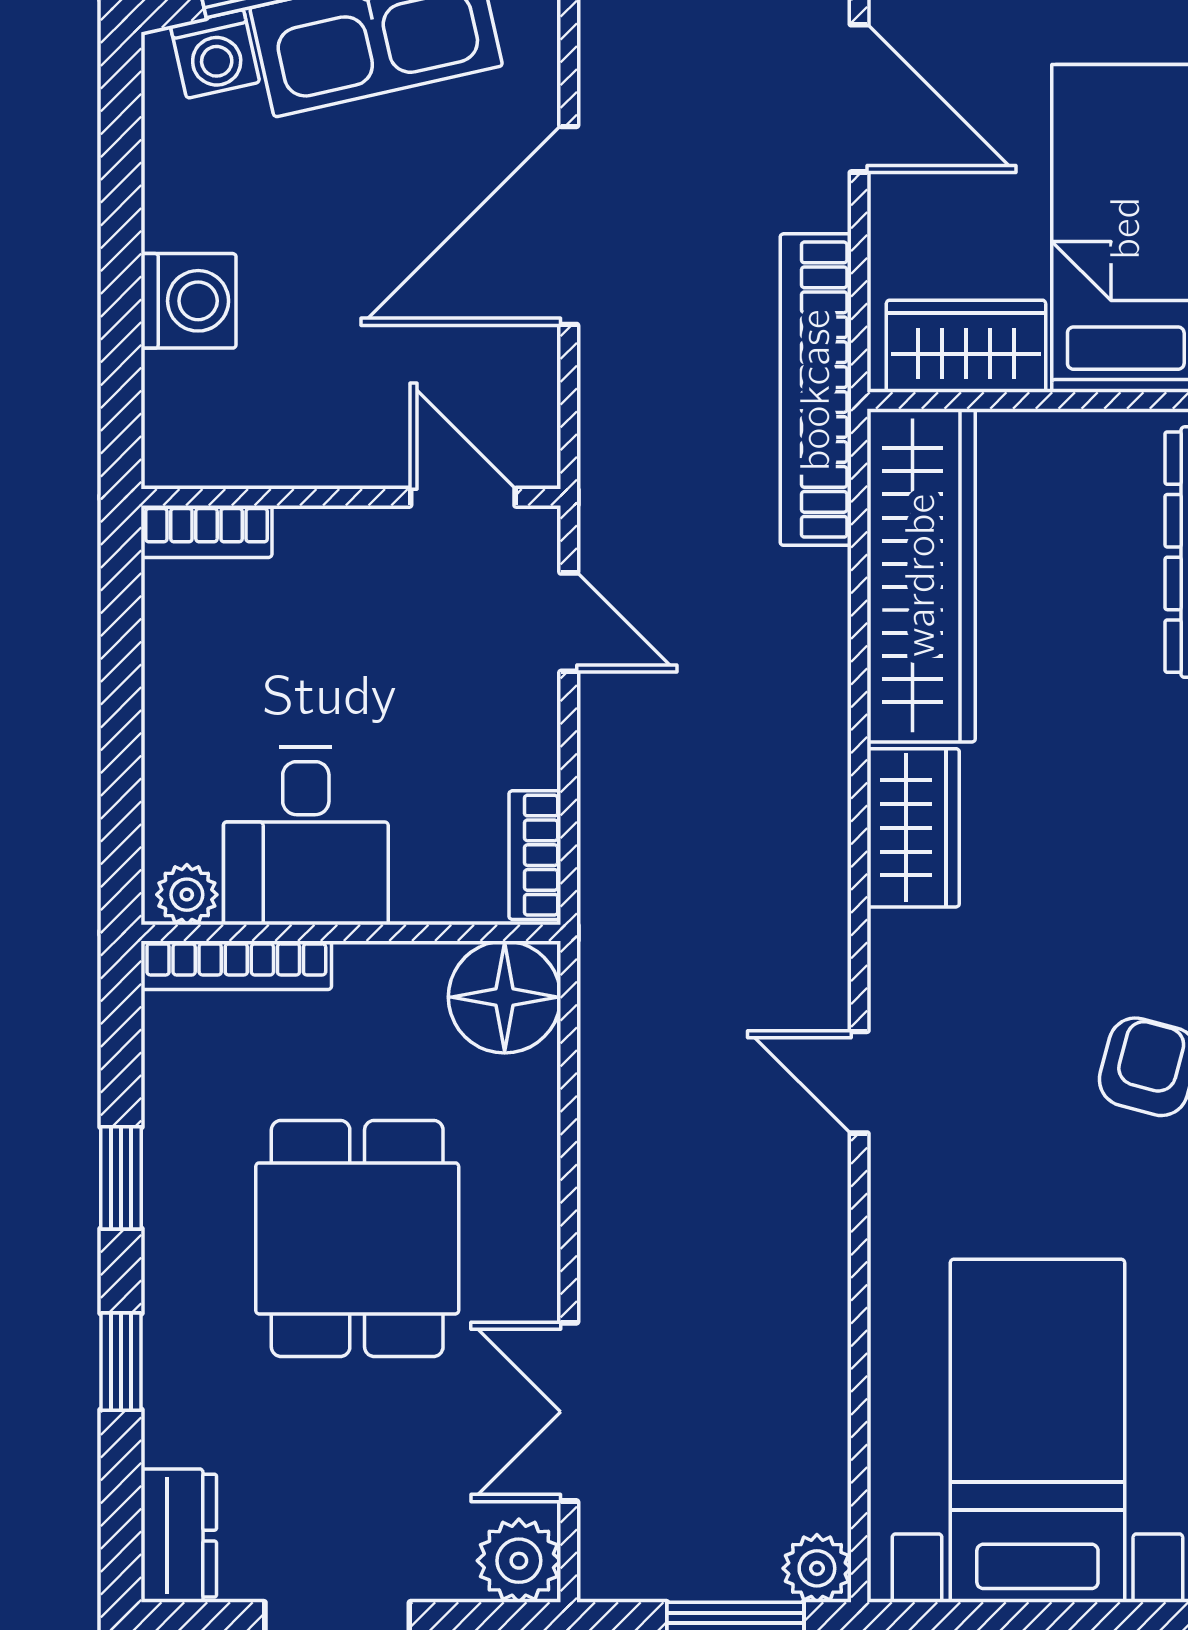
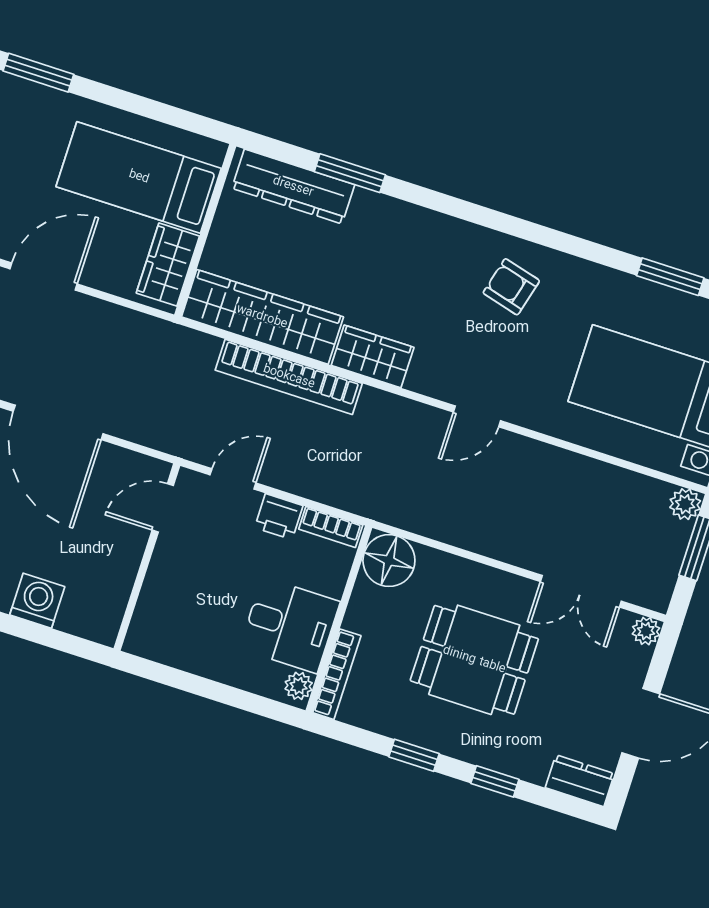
bookcase: (816, 390) -> (289, 377), moved
bookcase: (206, 531) -> (141, 626), removed
printer: (522, 741) -> (279, 517), added
plant: (519, 1561) -> (646, 631), width x0.73, depth x0.73

